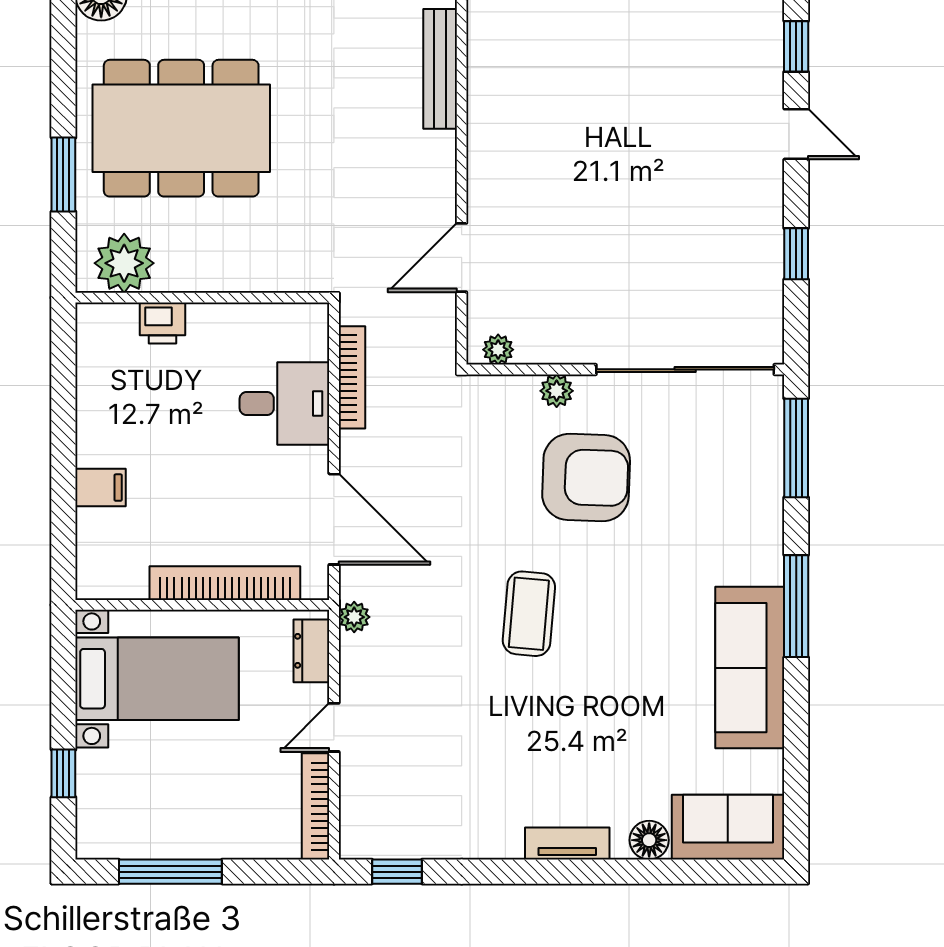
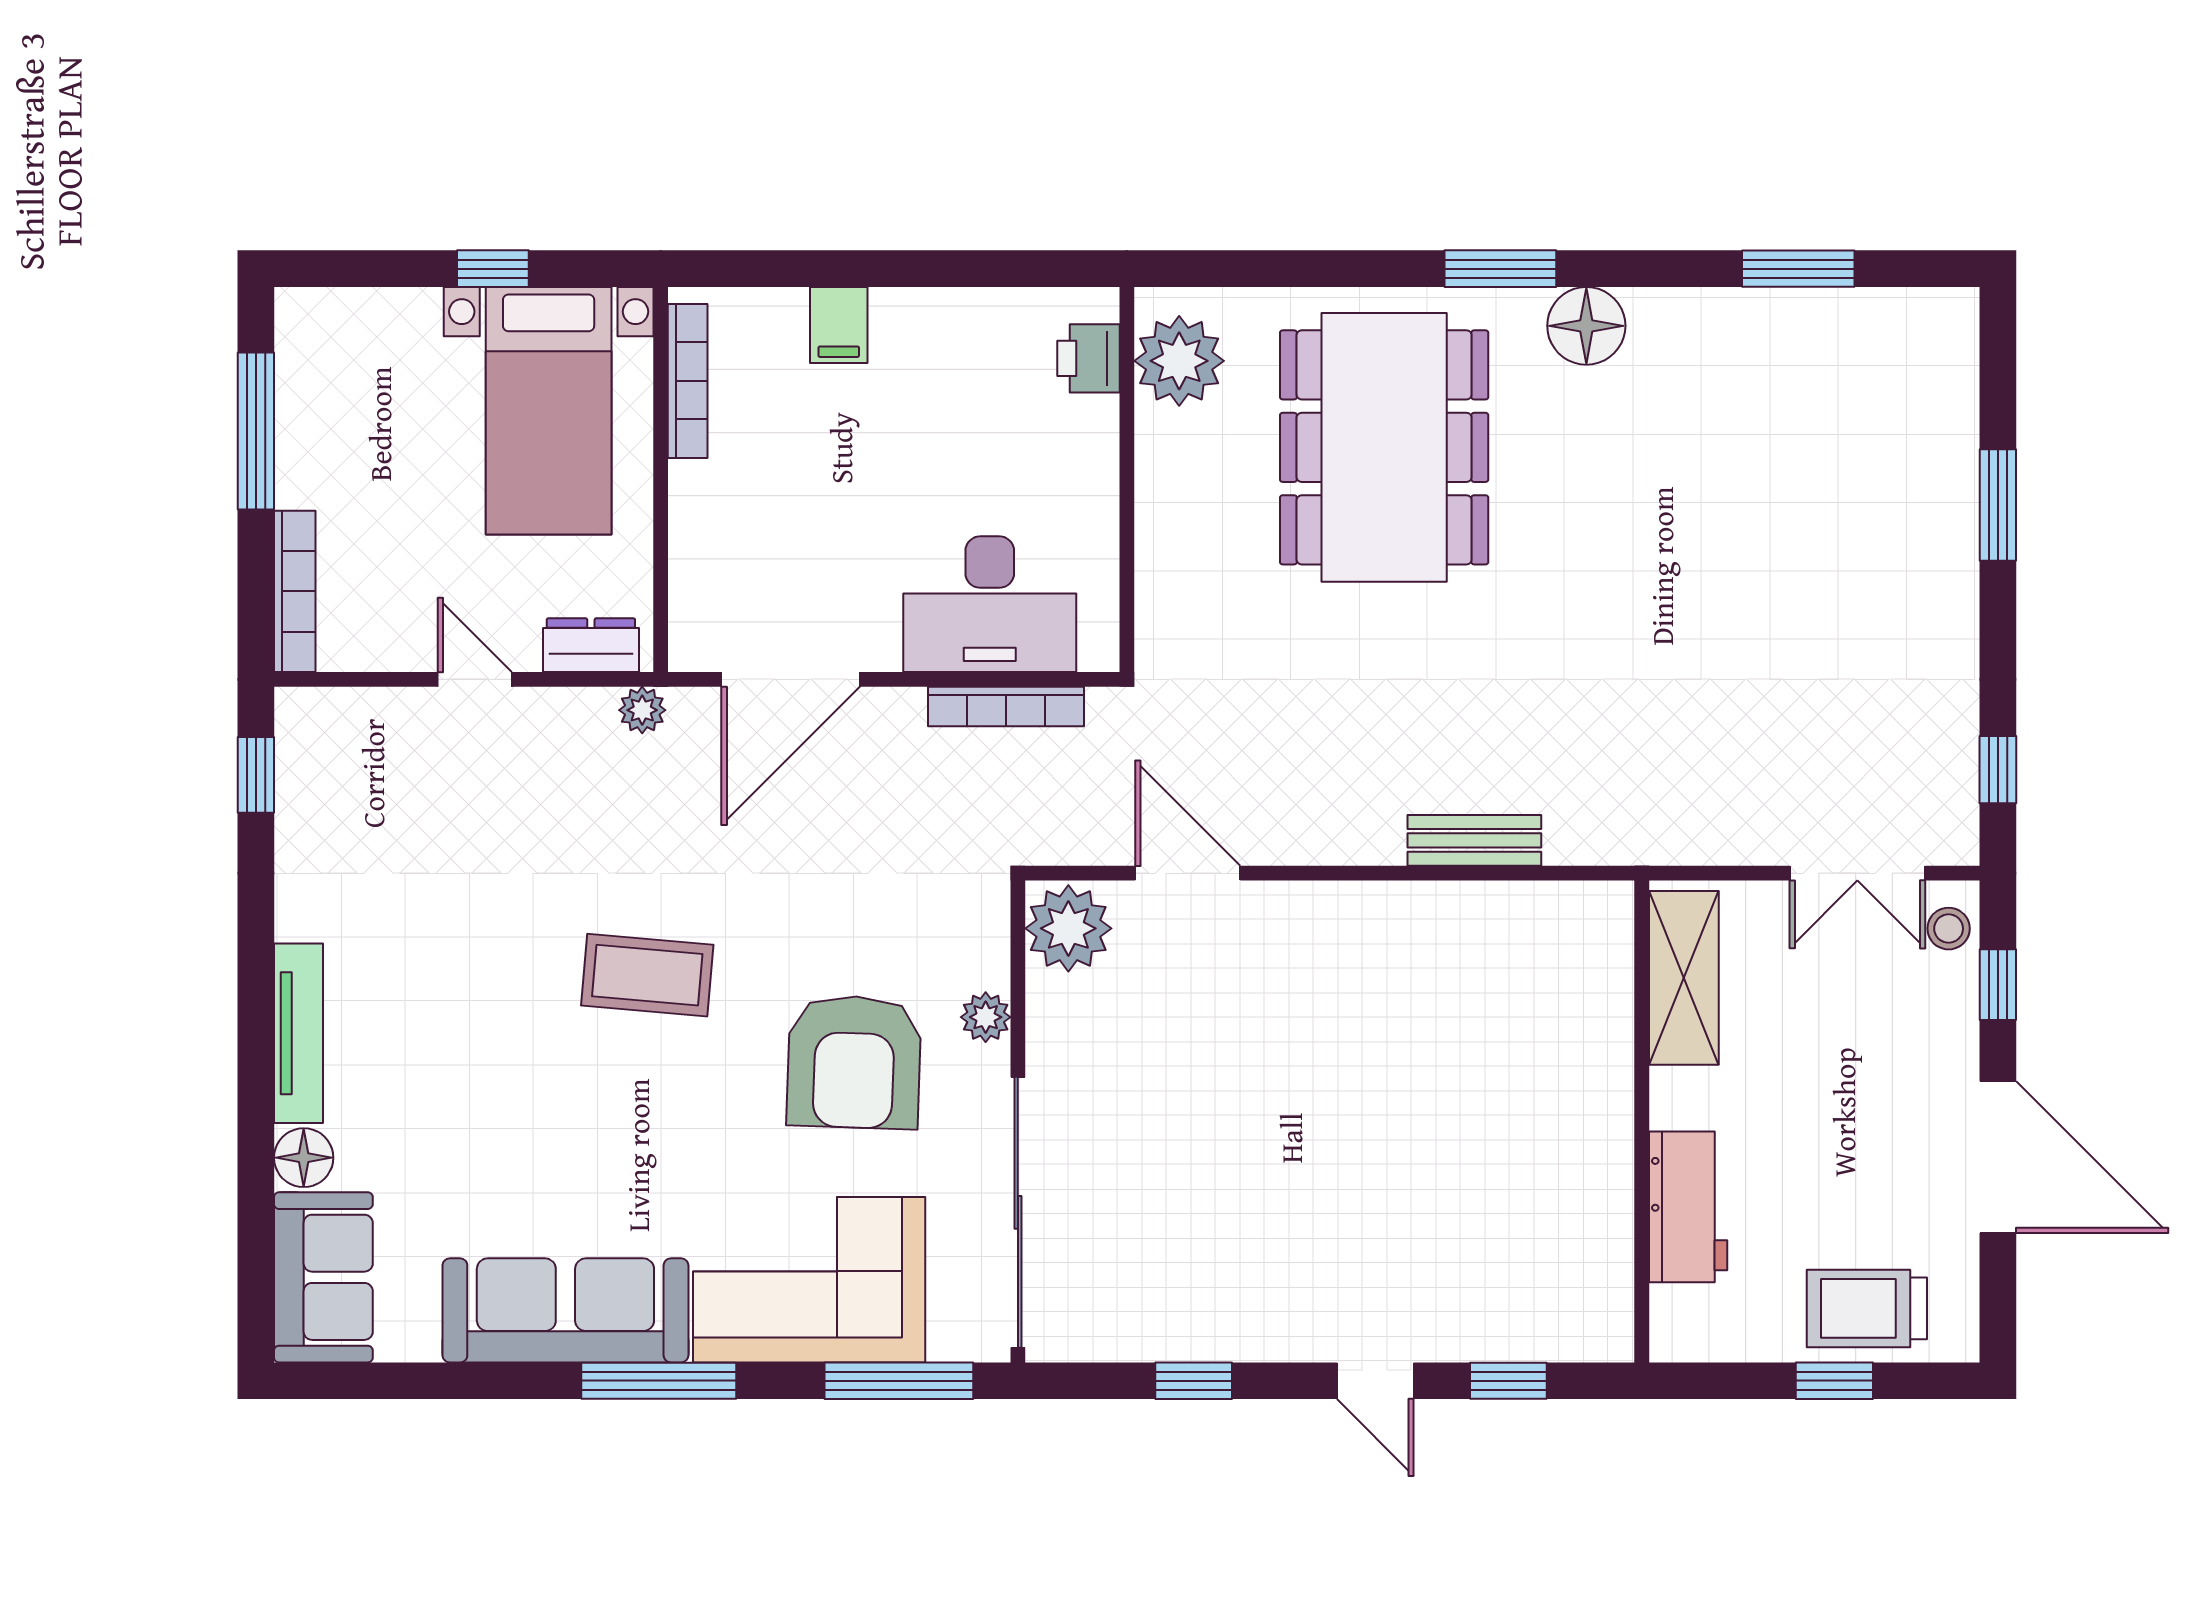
bench: (440, 69) -> (1474, 840), width x0.73
door: (796, 134) -> (1375, 1381), hinge flipped
window: (63, 175) -> (1500, 269), moved
printer: (163, 323) -> (1088, 358), moved
plant: (498, 350) -> (1068, 928), width x1.88, depth x1.88
desk: (284, 403) -> (990, 604), width x1.37
corner sofa: (730, 507) -> (809, 1280), added
bookcase: (225, 583) -> (688, 381), moved, width x0.68, depth x0.76
window: (63, 773) -> (493, 269), moved
bookcase: (316, 806) -> (295, 591), moved, turned 90
tv unit: (567, 844) -> (298, 1033), width x1.41

